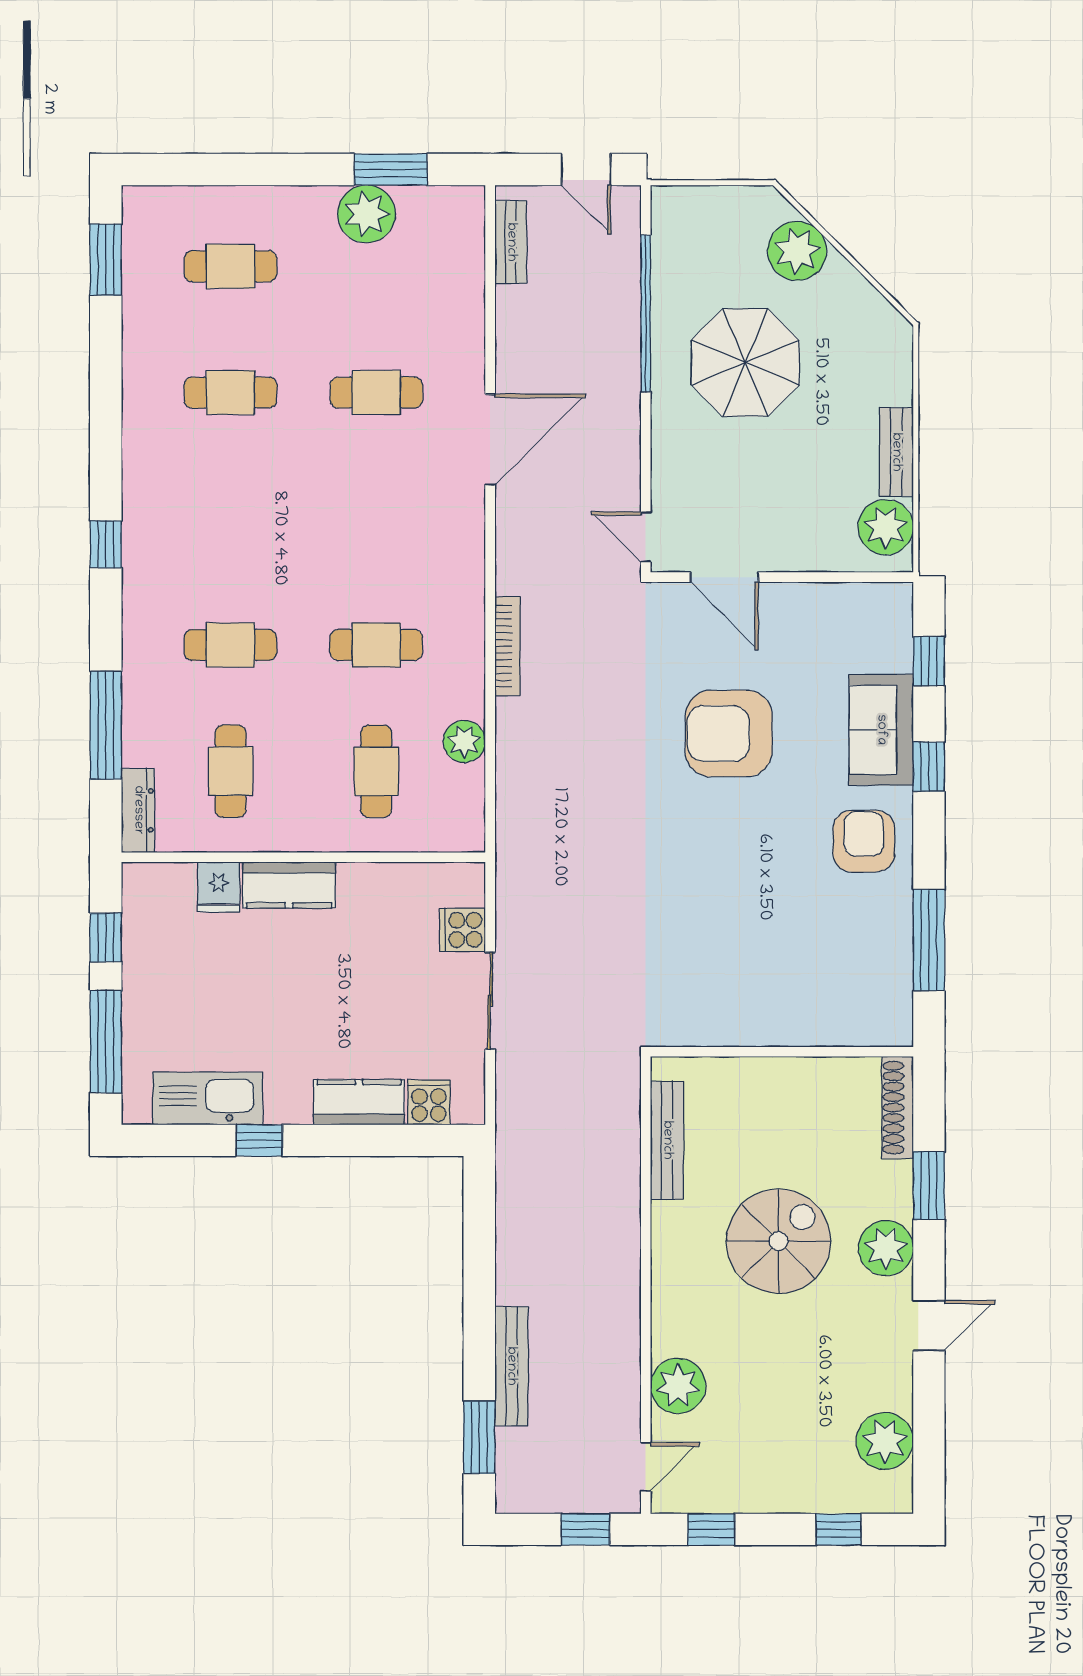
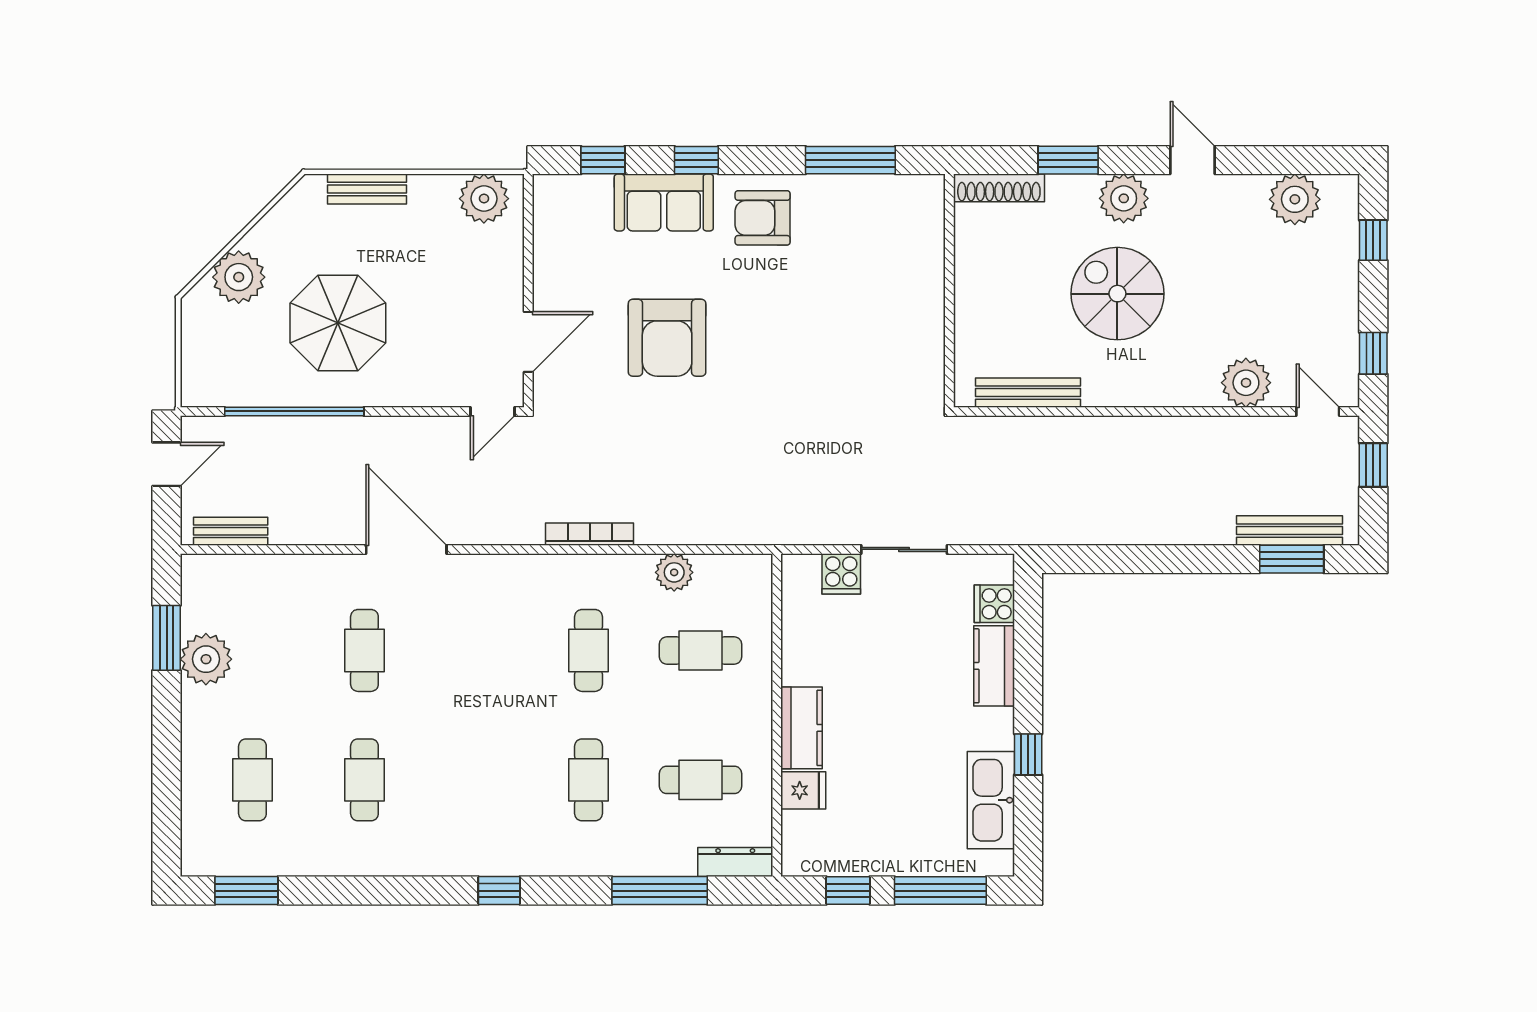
bench: (896, 452) -> (367, 189), moved
bench: (511, 1366) -> (1290, 531), moved

